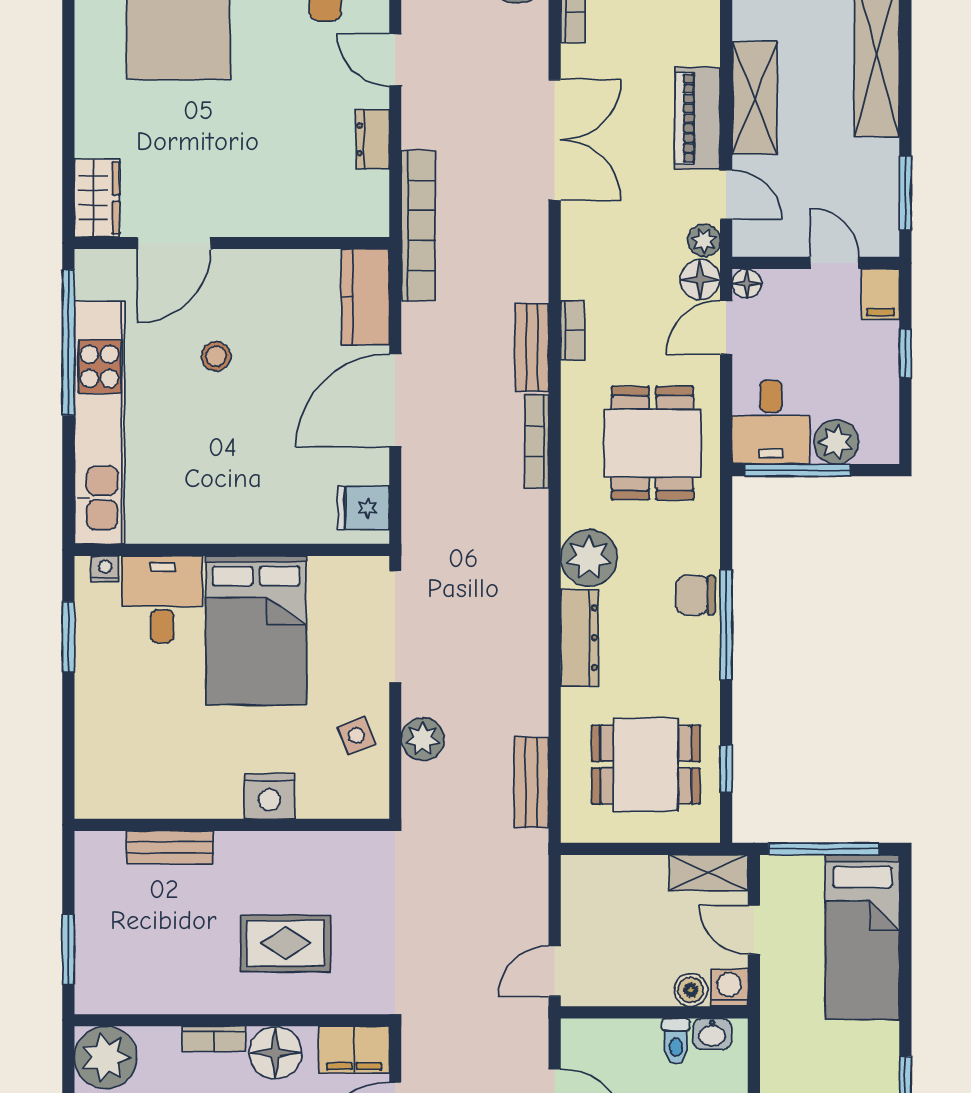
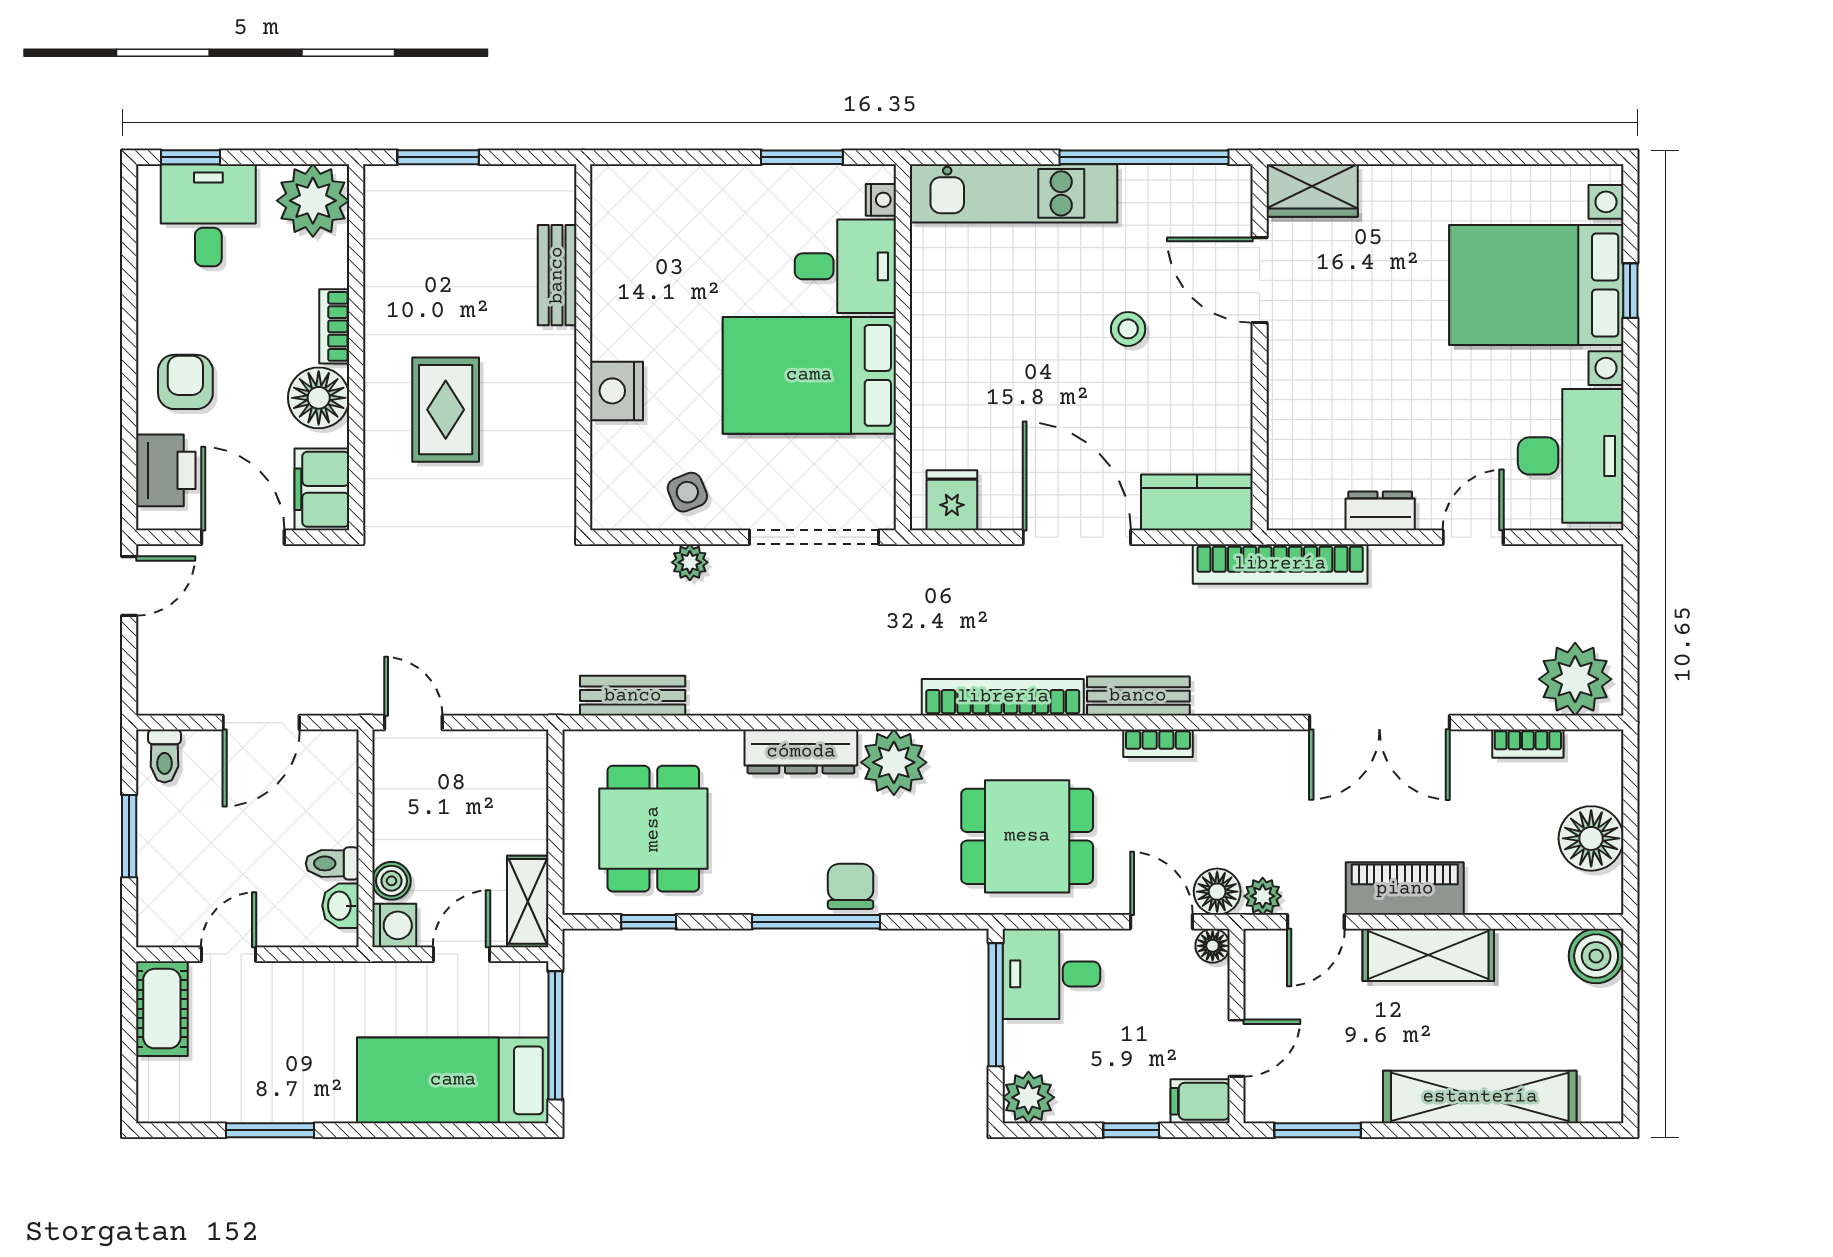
kitchen unit: (99, 422) -> (1014, 193), width x0.73
bookcase: (537, 442) -> (1003, 697), width x1.48, depth x1.31
plant: (836, 442) -> (1028, 1097), moved
plant: (423, 739) -> (690, 562), width x0.73, depth x0.73

